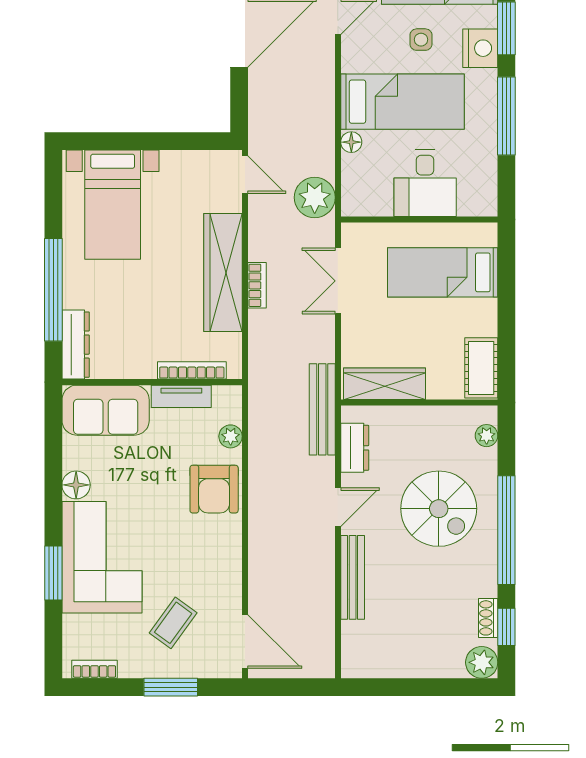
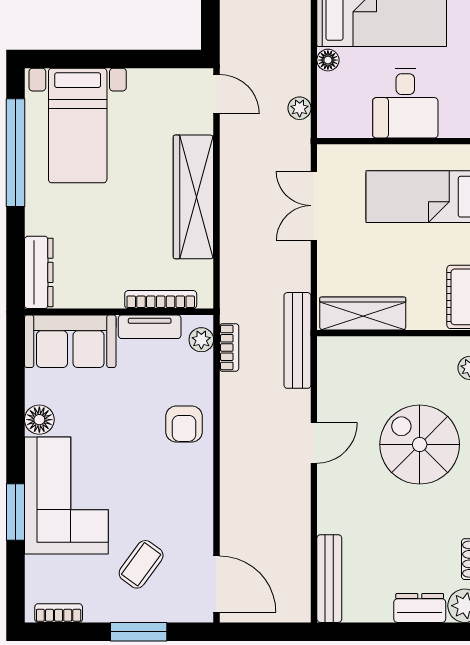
plant: (315, 197) -> (300, 108), width x0.53, depth x0.53
bookcase: (257, 285) -> (229, 347), moved
window: (53, 290) -> (15, 153), moved
plant: (231, 436) -> (201, 340), moved
dresser: (355, 448) -> (420, 608), moved, turned -90
armchair: (214, 489) -> (184, 424), width x0.72, depth x0.72
spiral stairs: (439, 509) -> (420, 445), turned 180
bench: (353, 577) -> (329, 579), moved

